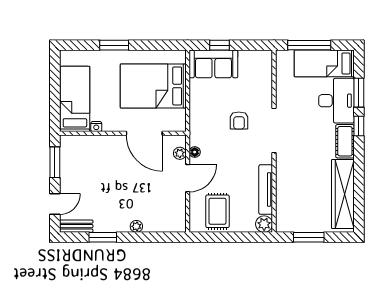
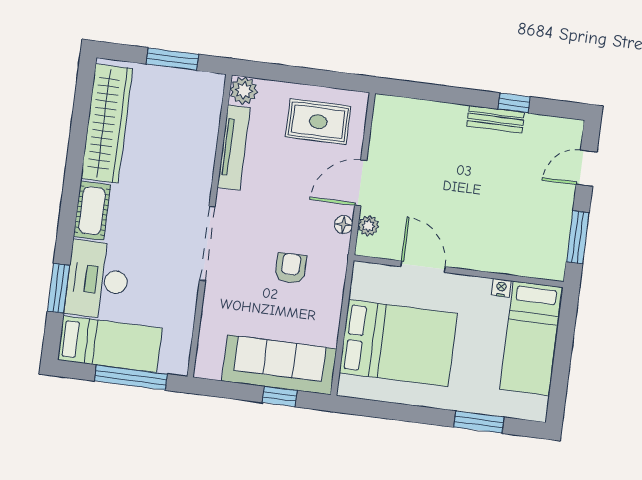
window: (114, 45) -> (479, 422), moved
sofa: (213, 64) -> (279, 365), width x1.36
armchair: (239, 120) -> (291, 268), moved
window: (359, 126) -> (66, 233), removed
door: (144, 133) -> (423, 267), width x0.73
rug: (218, 211) -> (318, 122), turned 90
bench: (76, 226) -> (496, 119), moved
plant: (136, 226) -> (456, 114), removed
window: (103, 237) -> (514, 103), width x0.67

